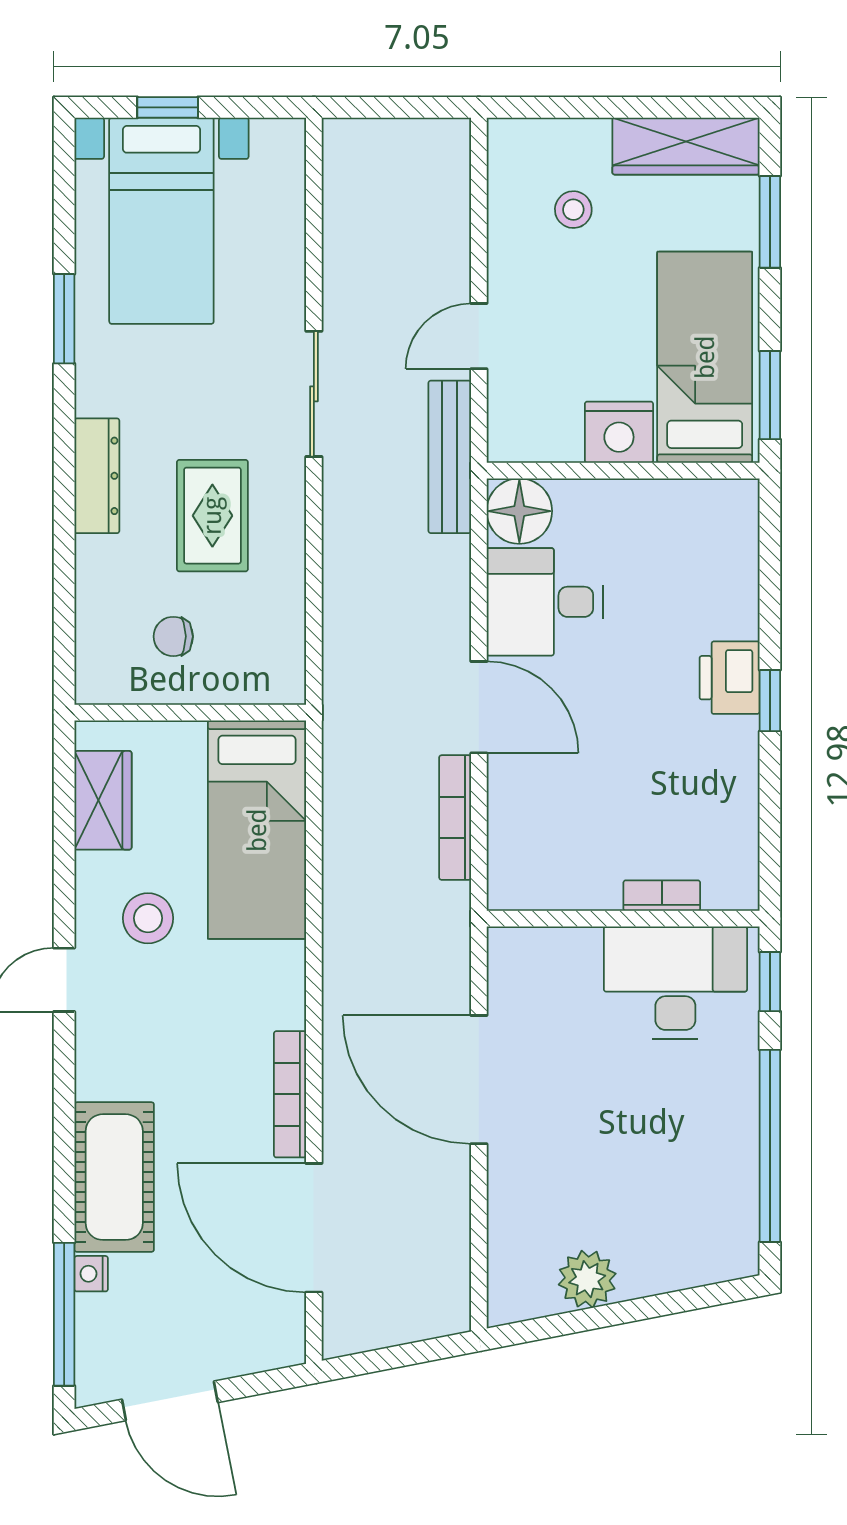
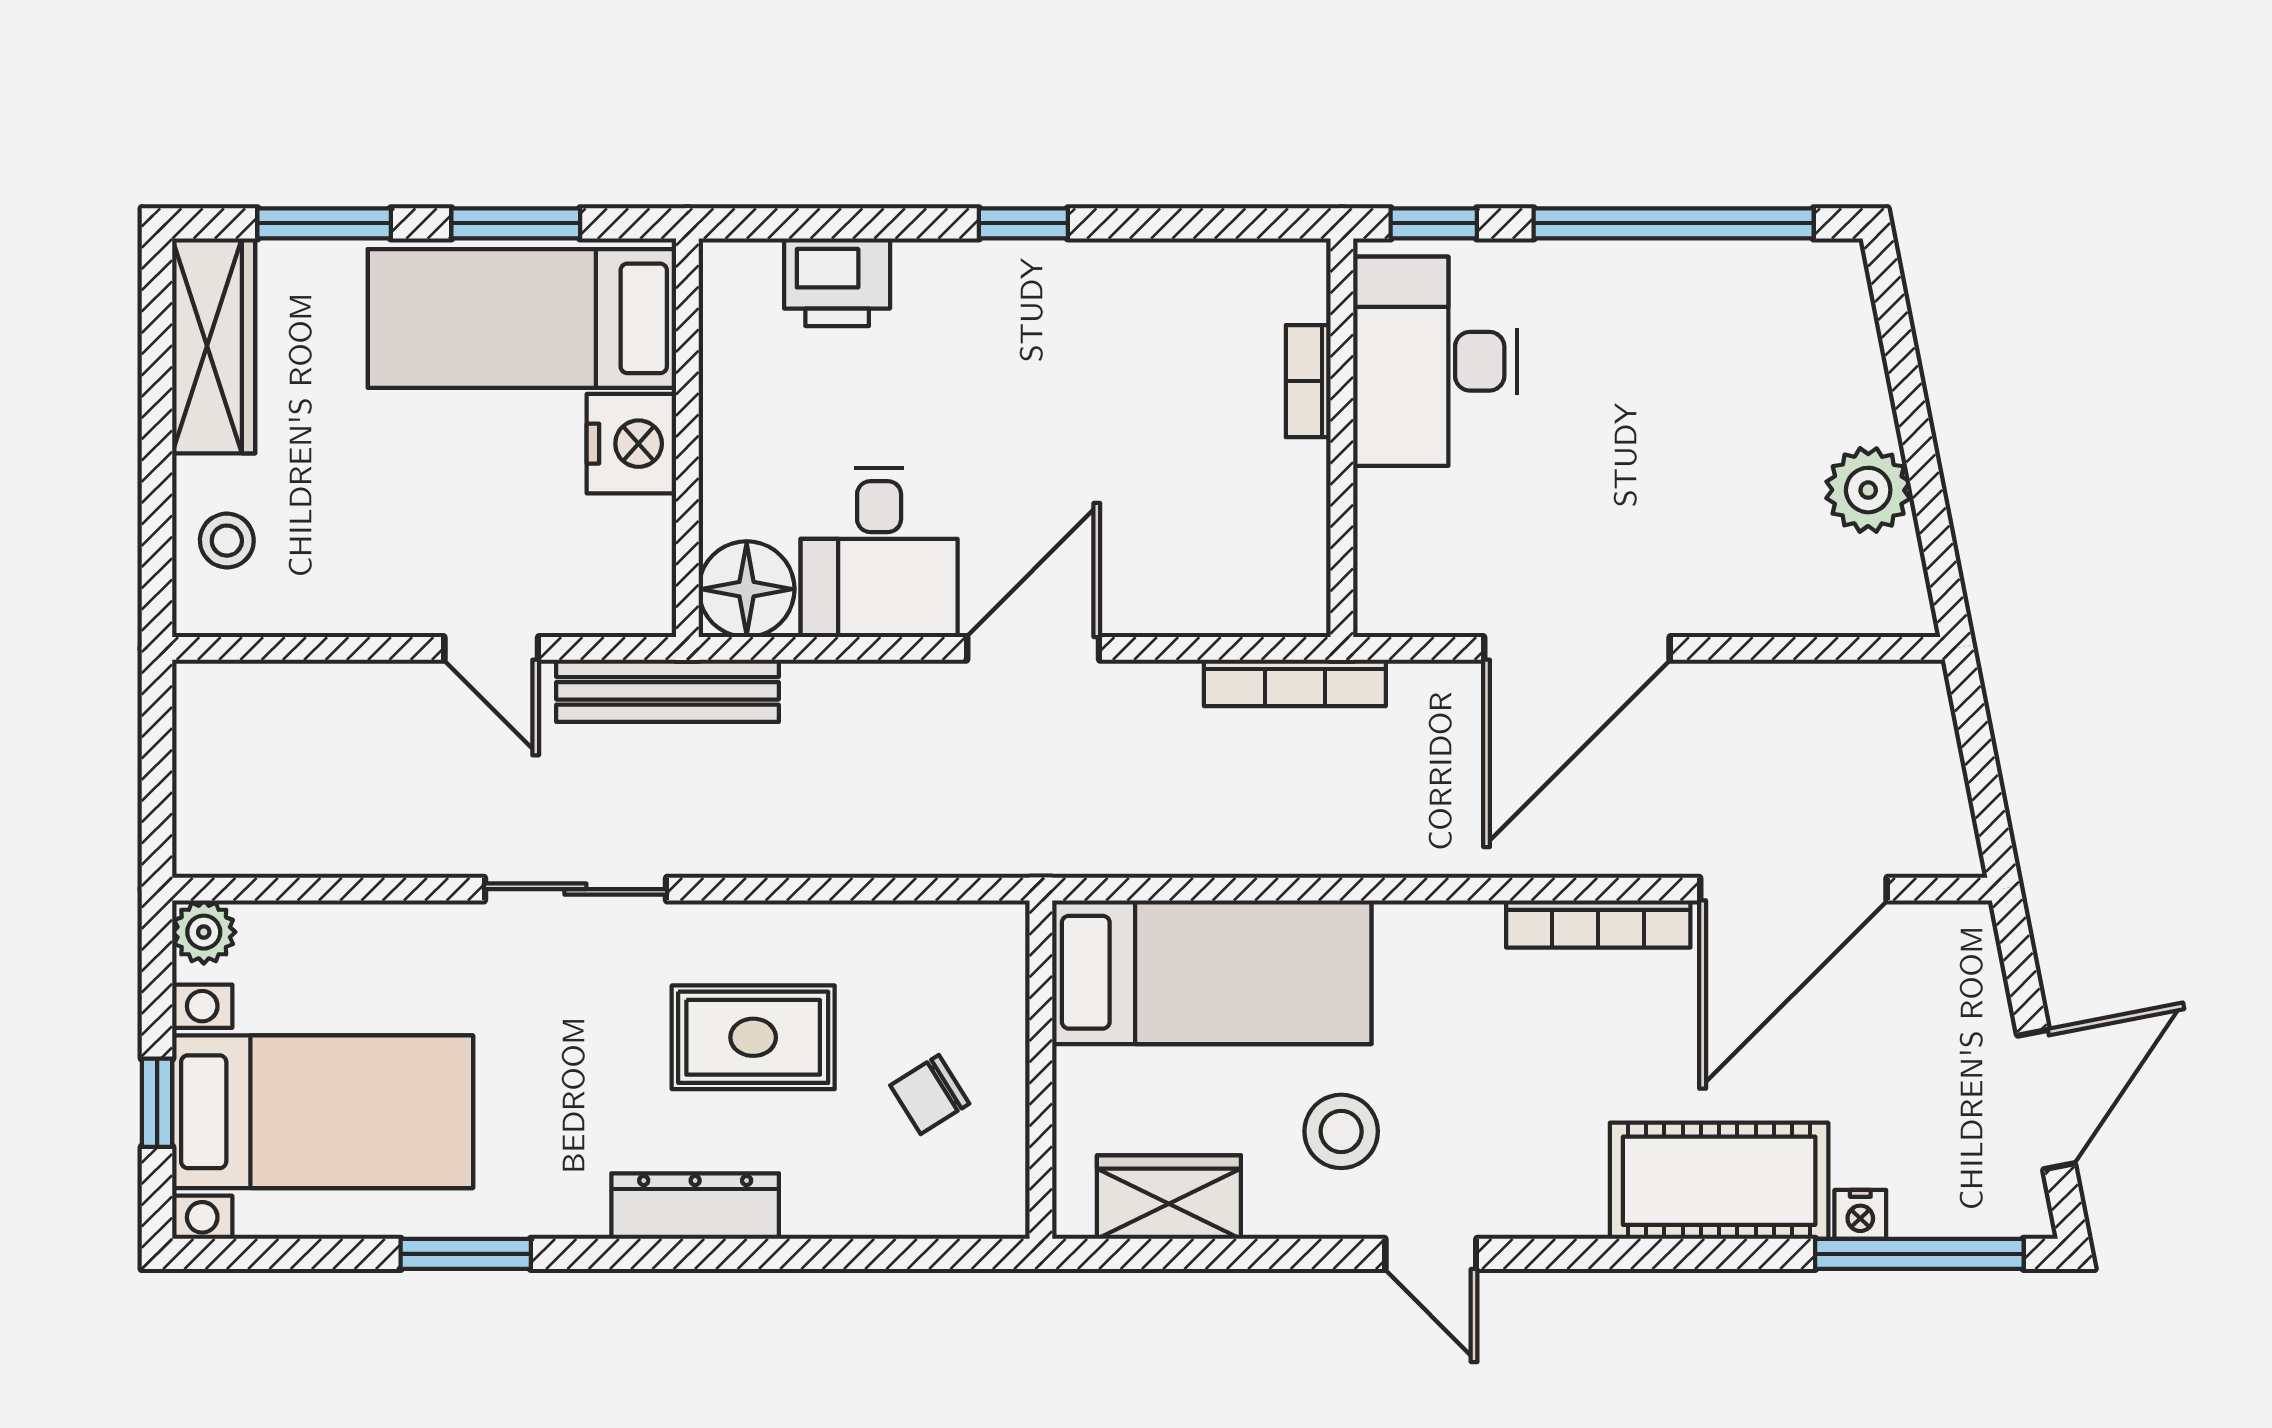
plant: (285, 139) -> (204, 932), added
stool: (573, 210) -> (227, 541), moved
window: (770, 395) -> (516, 223), moved
chair: (173, 636) -> (930, 1095), turned 58
printer: (730, 678) -> (837, 282), moved
bookcase: (455, 818) -> (1295, 683), moved

